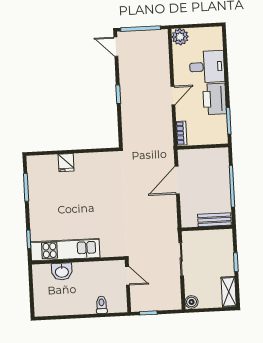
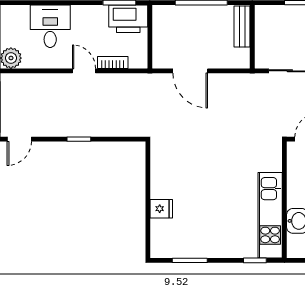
printer: (215, 99) -> (128, 19), moved
bookcase: (181, 133) -> (113, 62), moved

